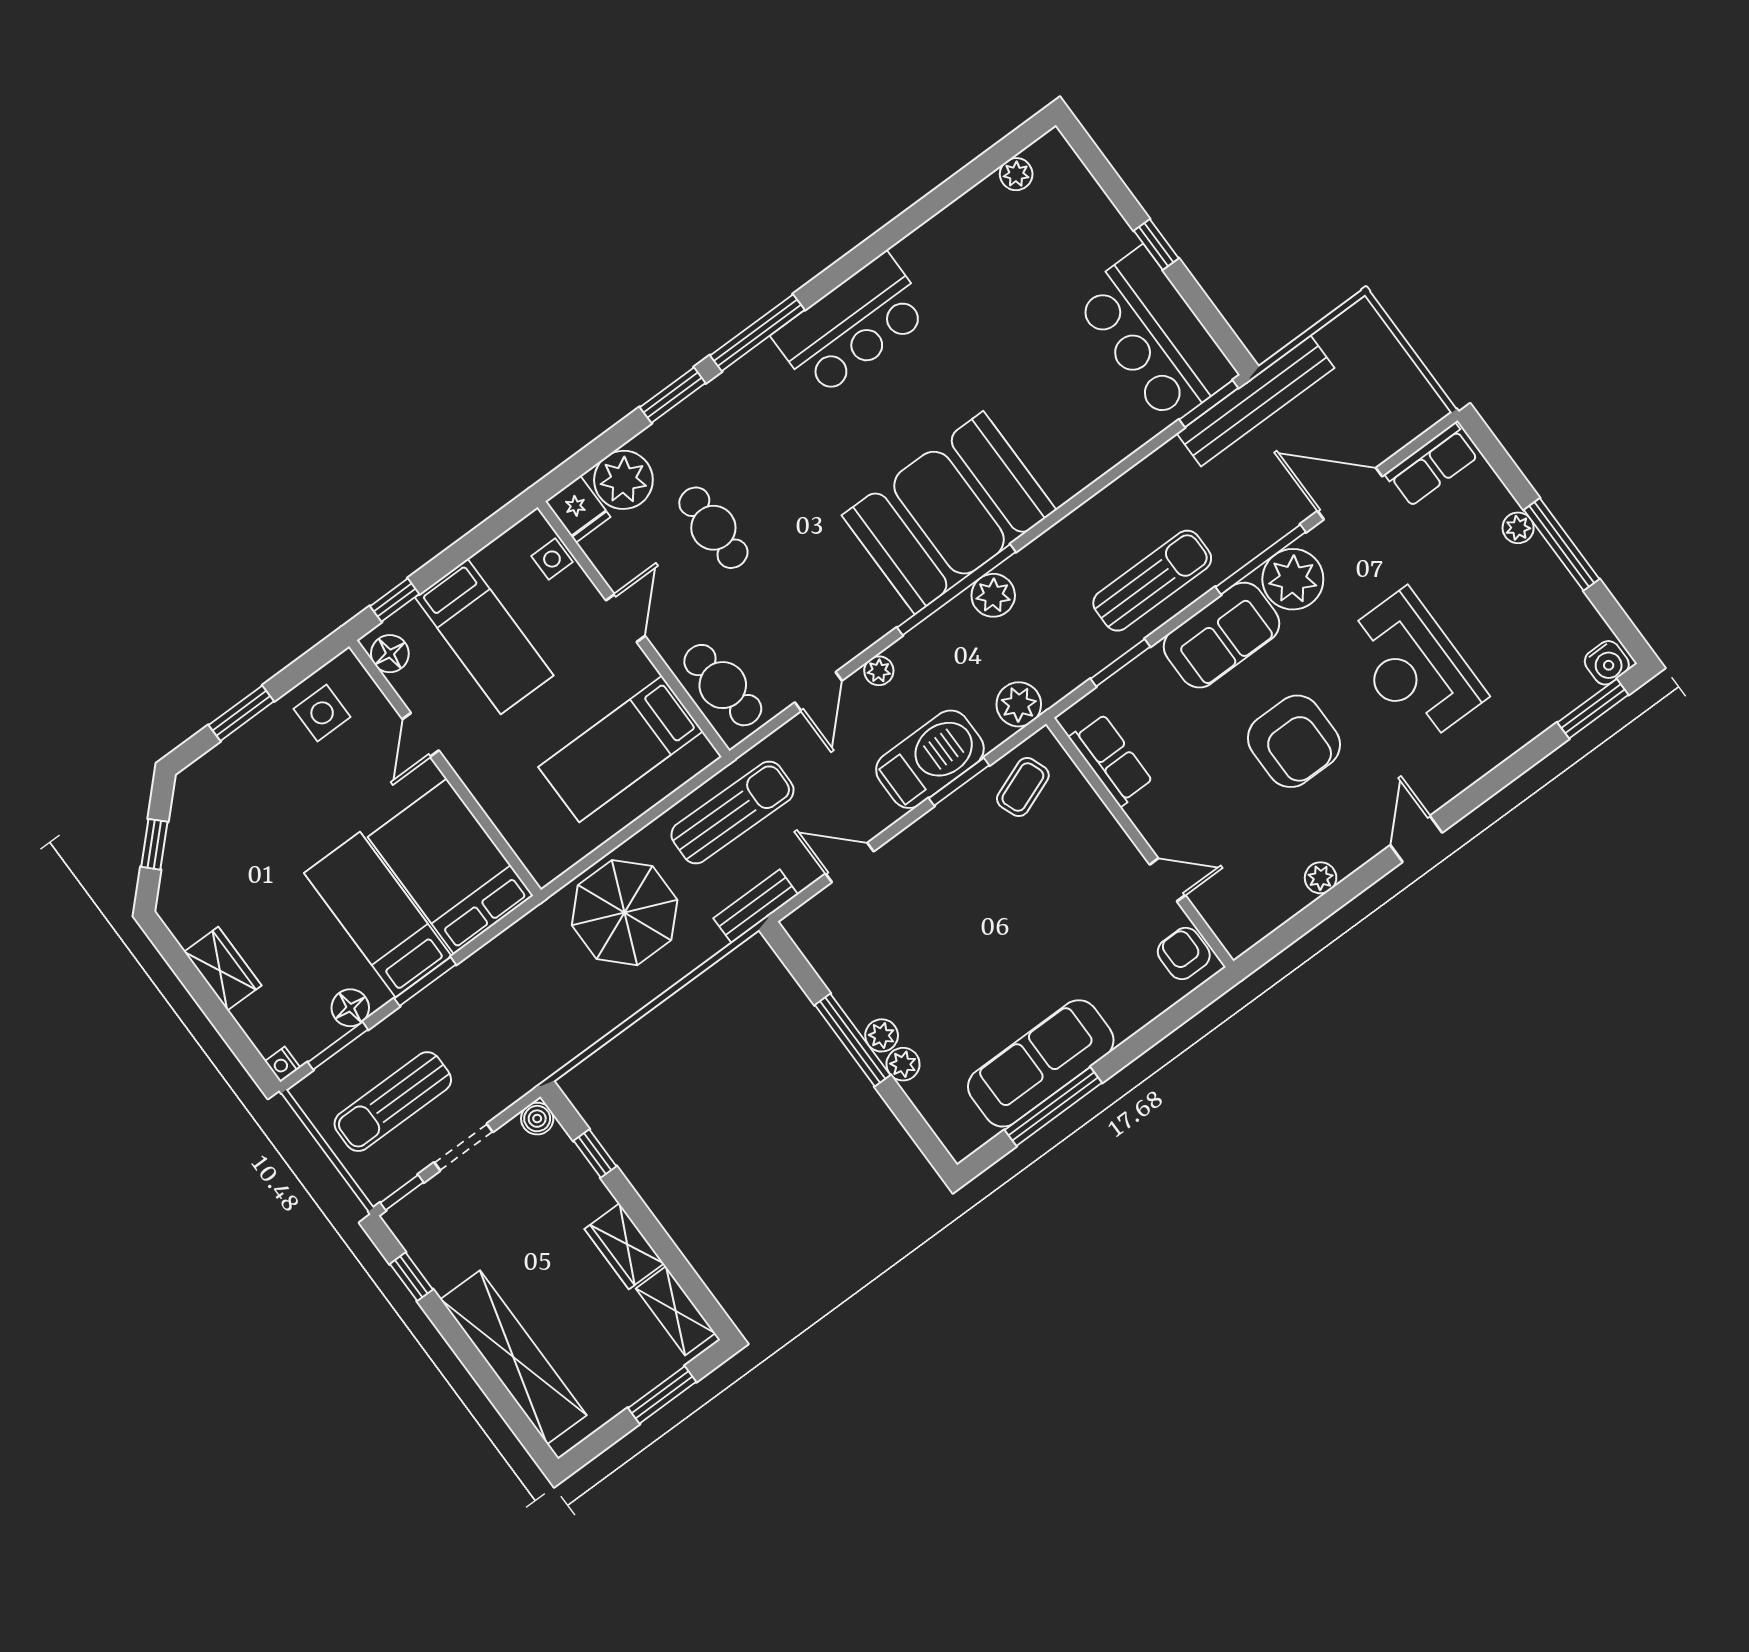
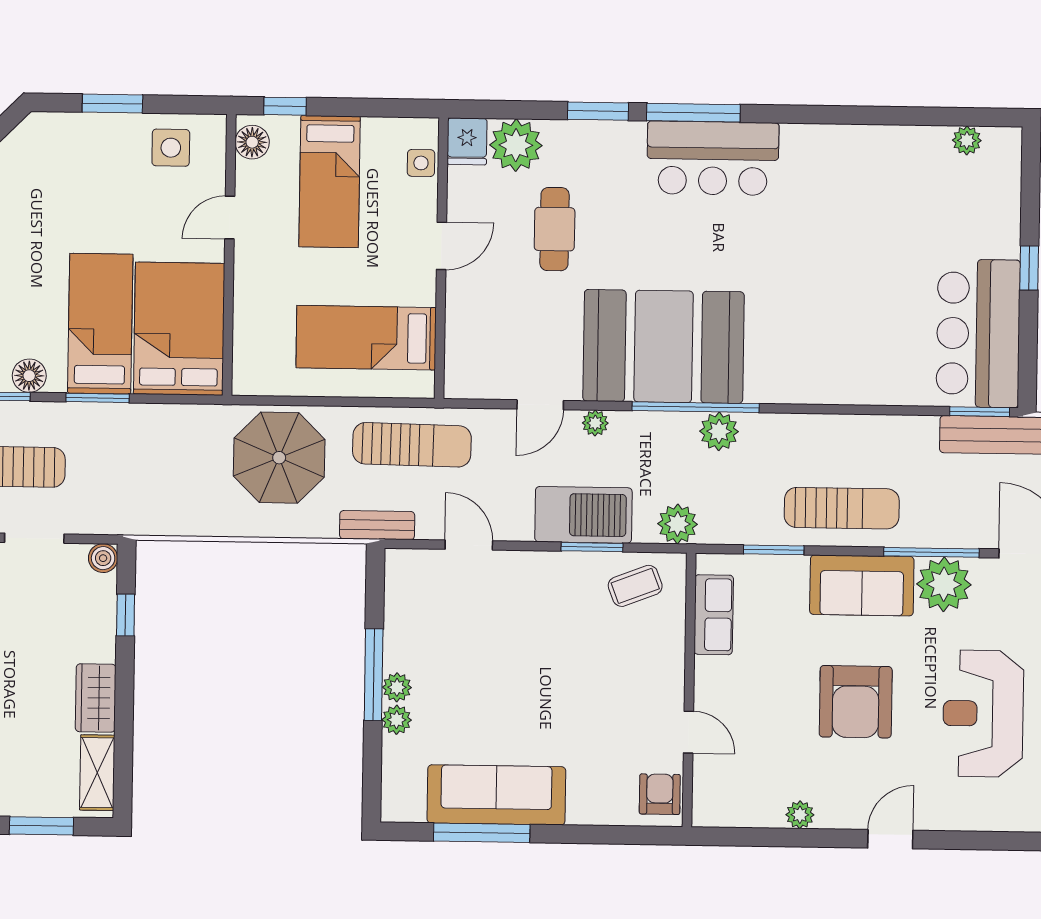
bar counter: (852, 325) -> (713, 158), moved
booth: (949, 513) -> (664, 346), moved
cafe table: (723, 685) -> (475, 348), removed

